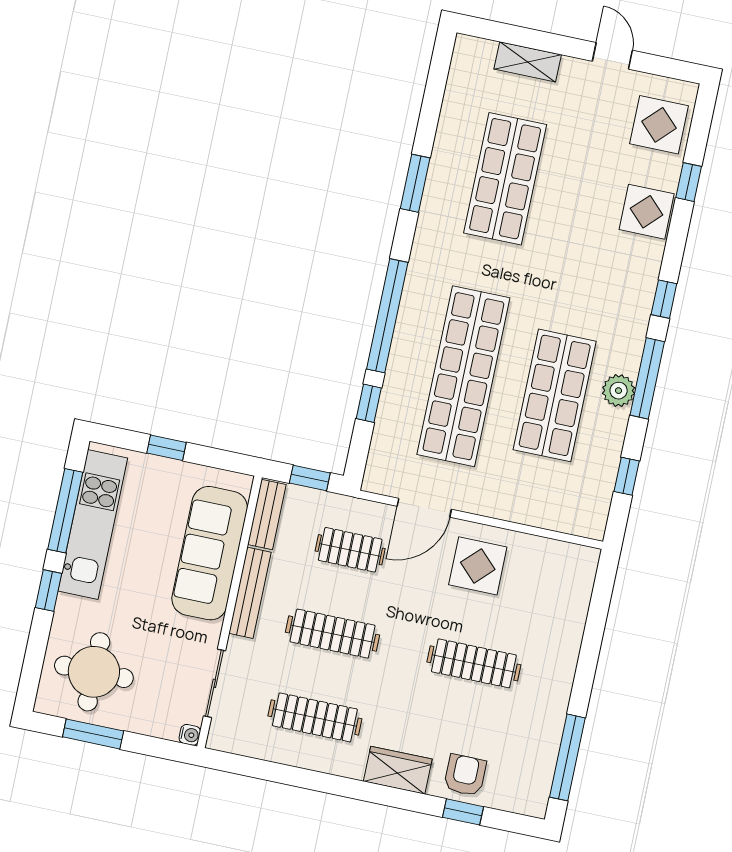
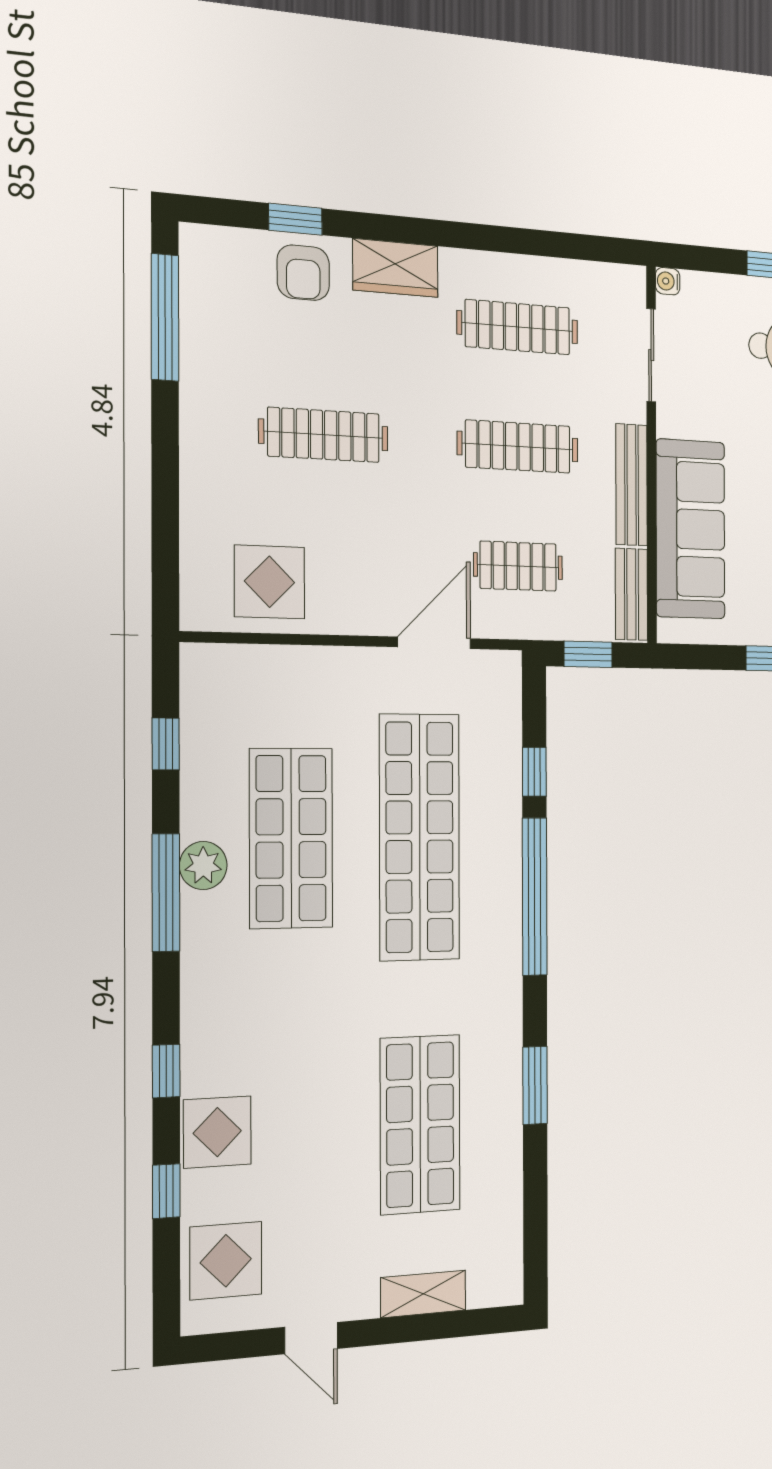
window: (664, 299) -> (166, 1071), moved
display table: (478, 566) -> (270, 582), moved

